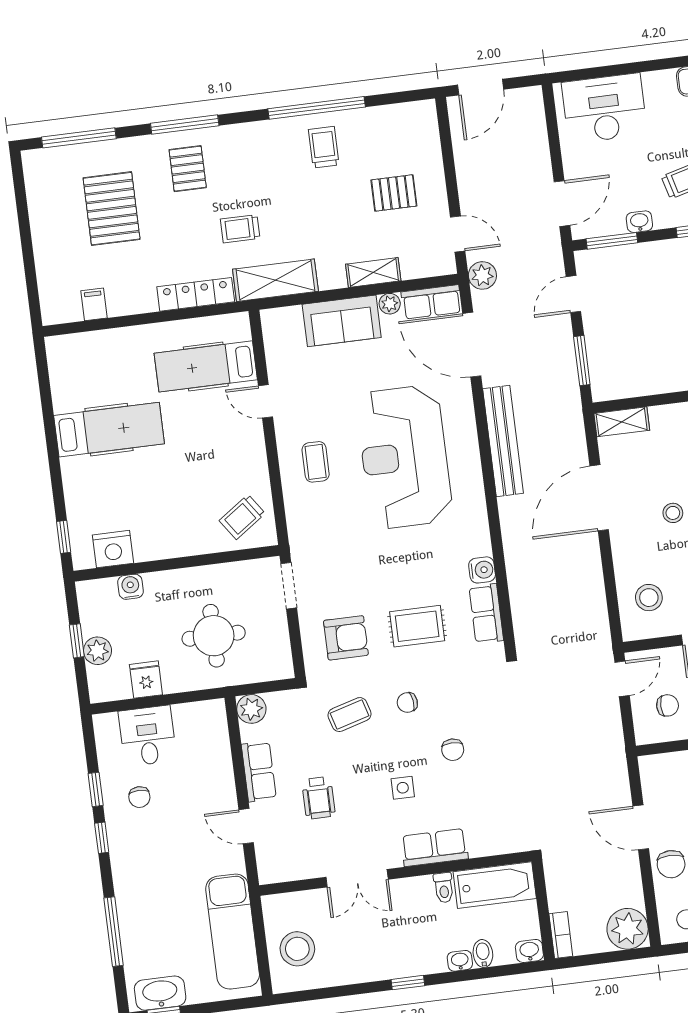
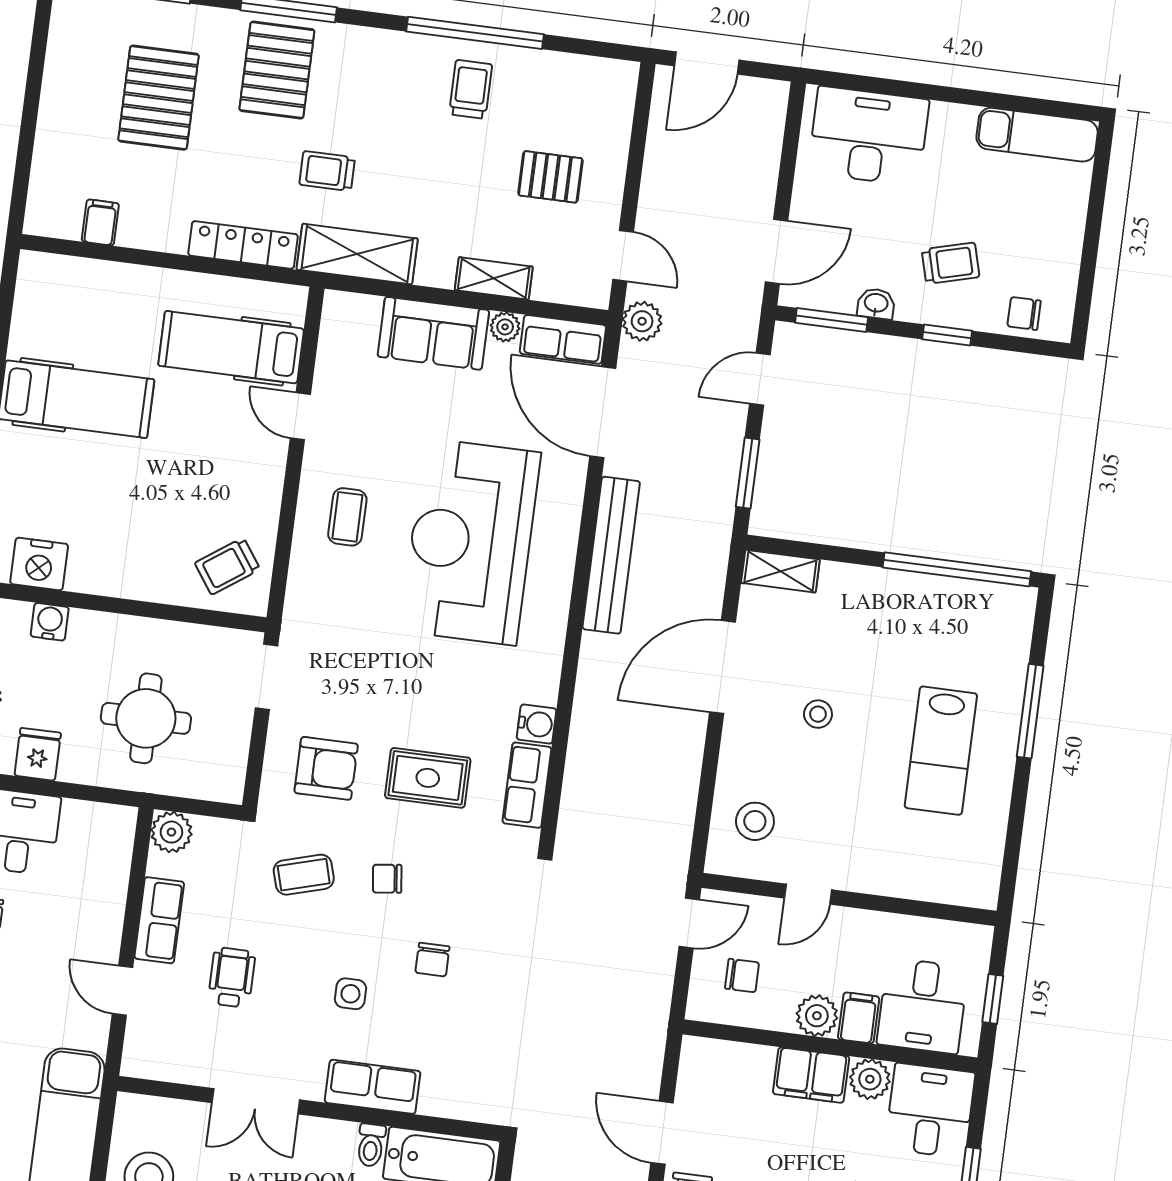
pallet: (188, 169) -> (277, 70), width x1.50, depth x1.42
wheelchair: (319, 798) -> (232, 977), turned 180

